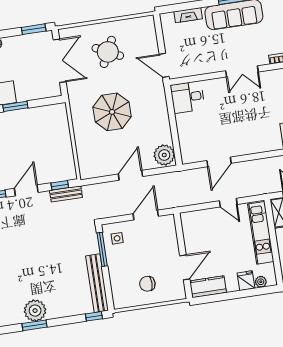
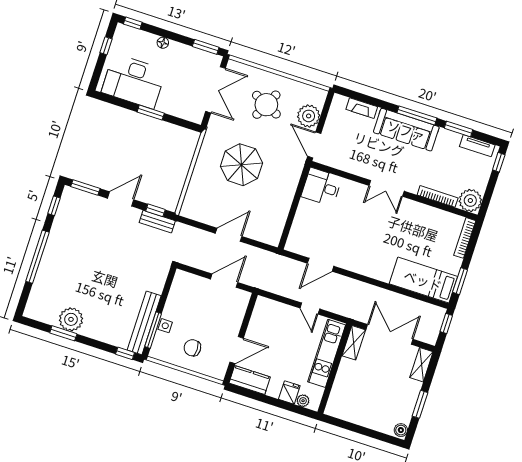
plant: (164, 155) -> (309, 116), moved
side table: (117, 238) -> (165, 326), moved
window: (102, 249) -> (153, 330), moved

